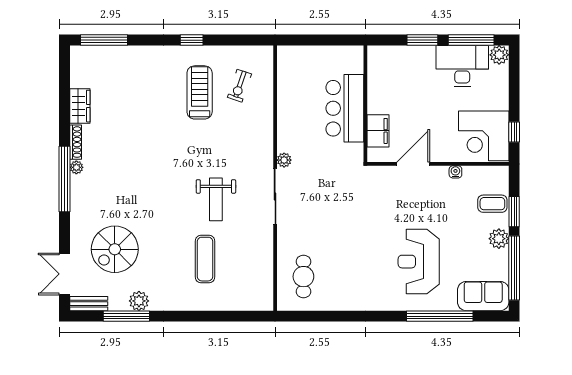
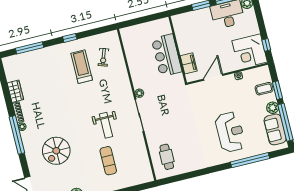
window: (104, 40) -> (30, 48), moved
spiral stairs: (115, 249) -> (56, 151), moved
reception desk: (419, 262) -> (230, 132), turned 180
sofa: (483, 296) -> (275, 129), moved, turned -90

